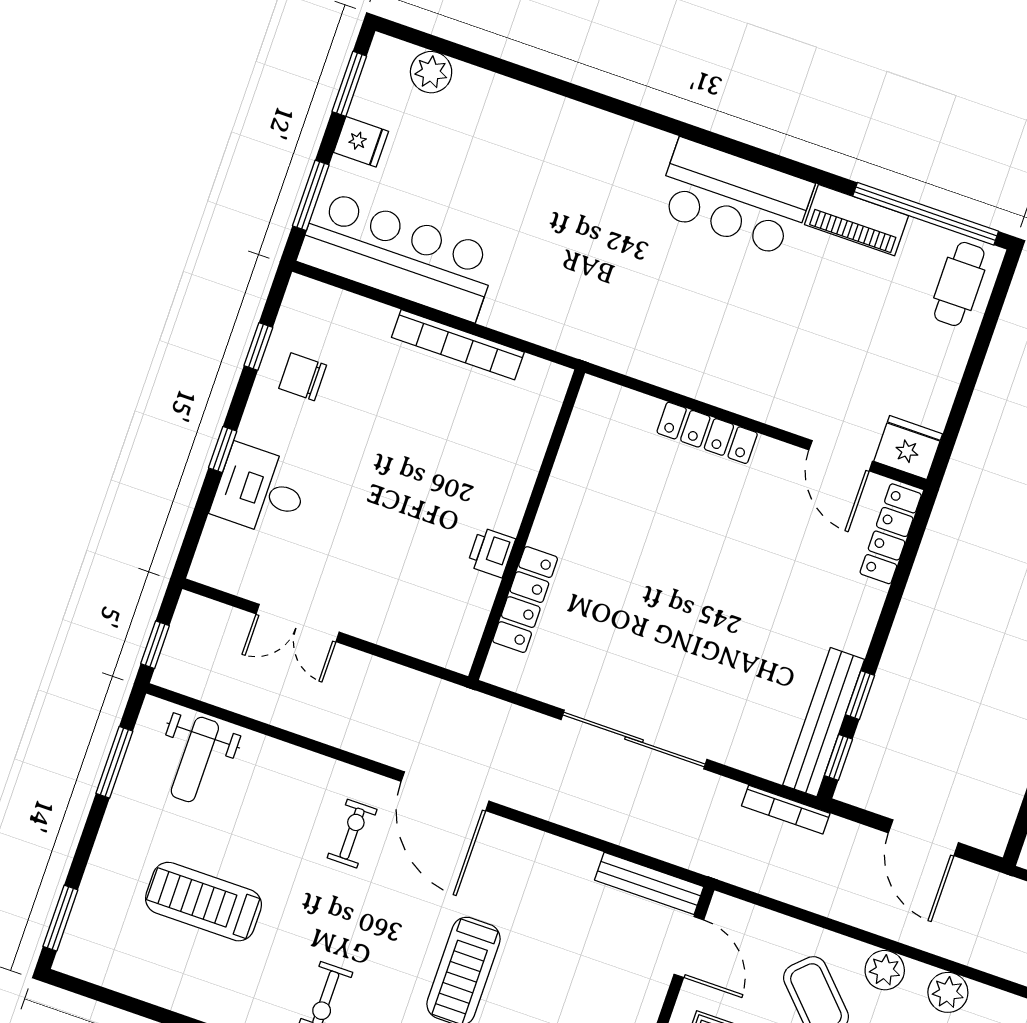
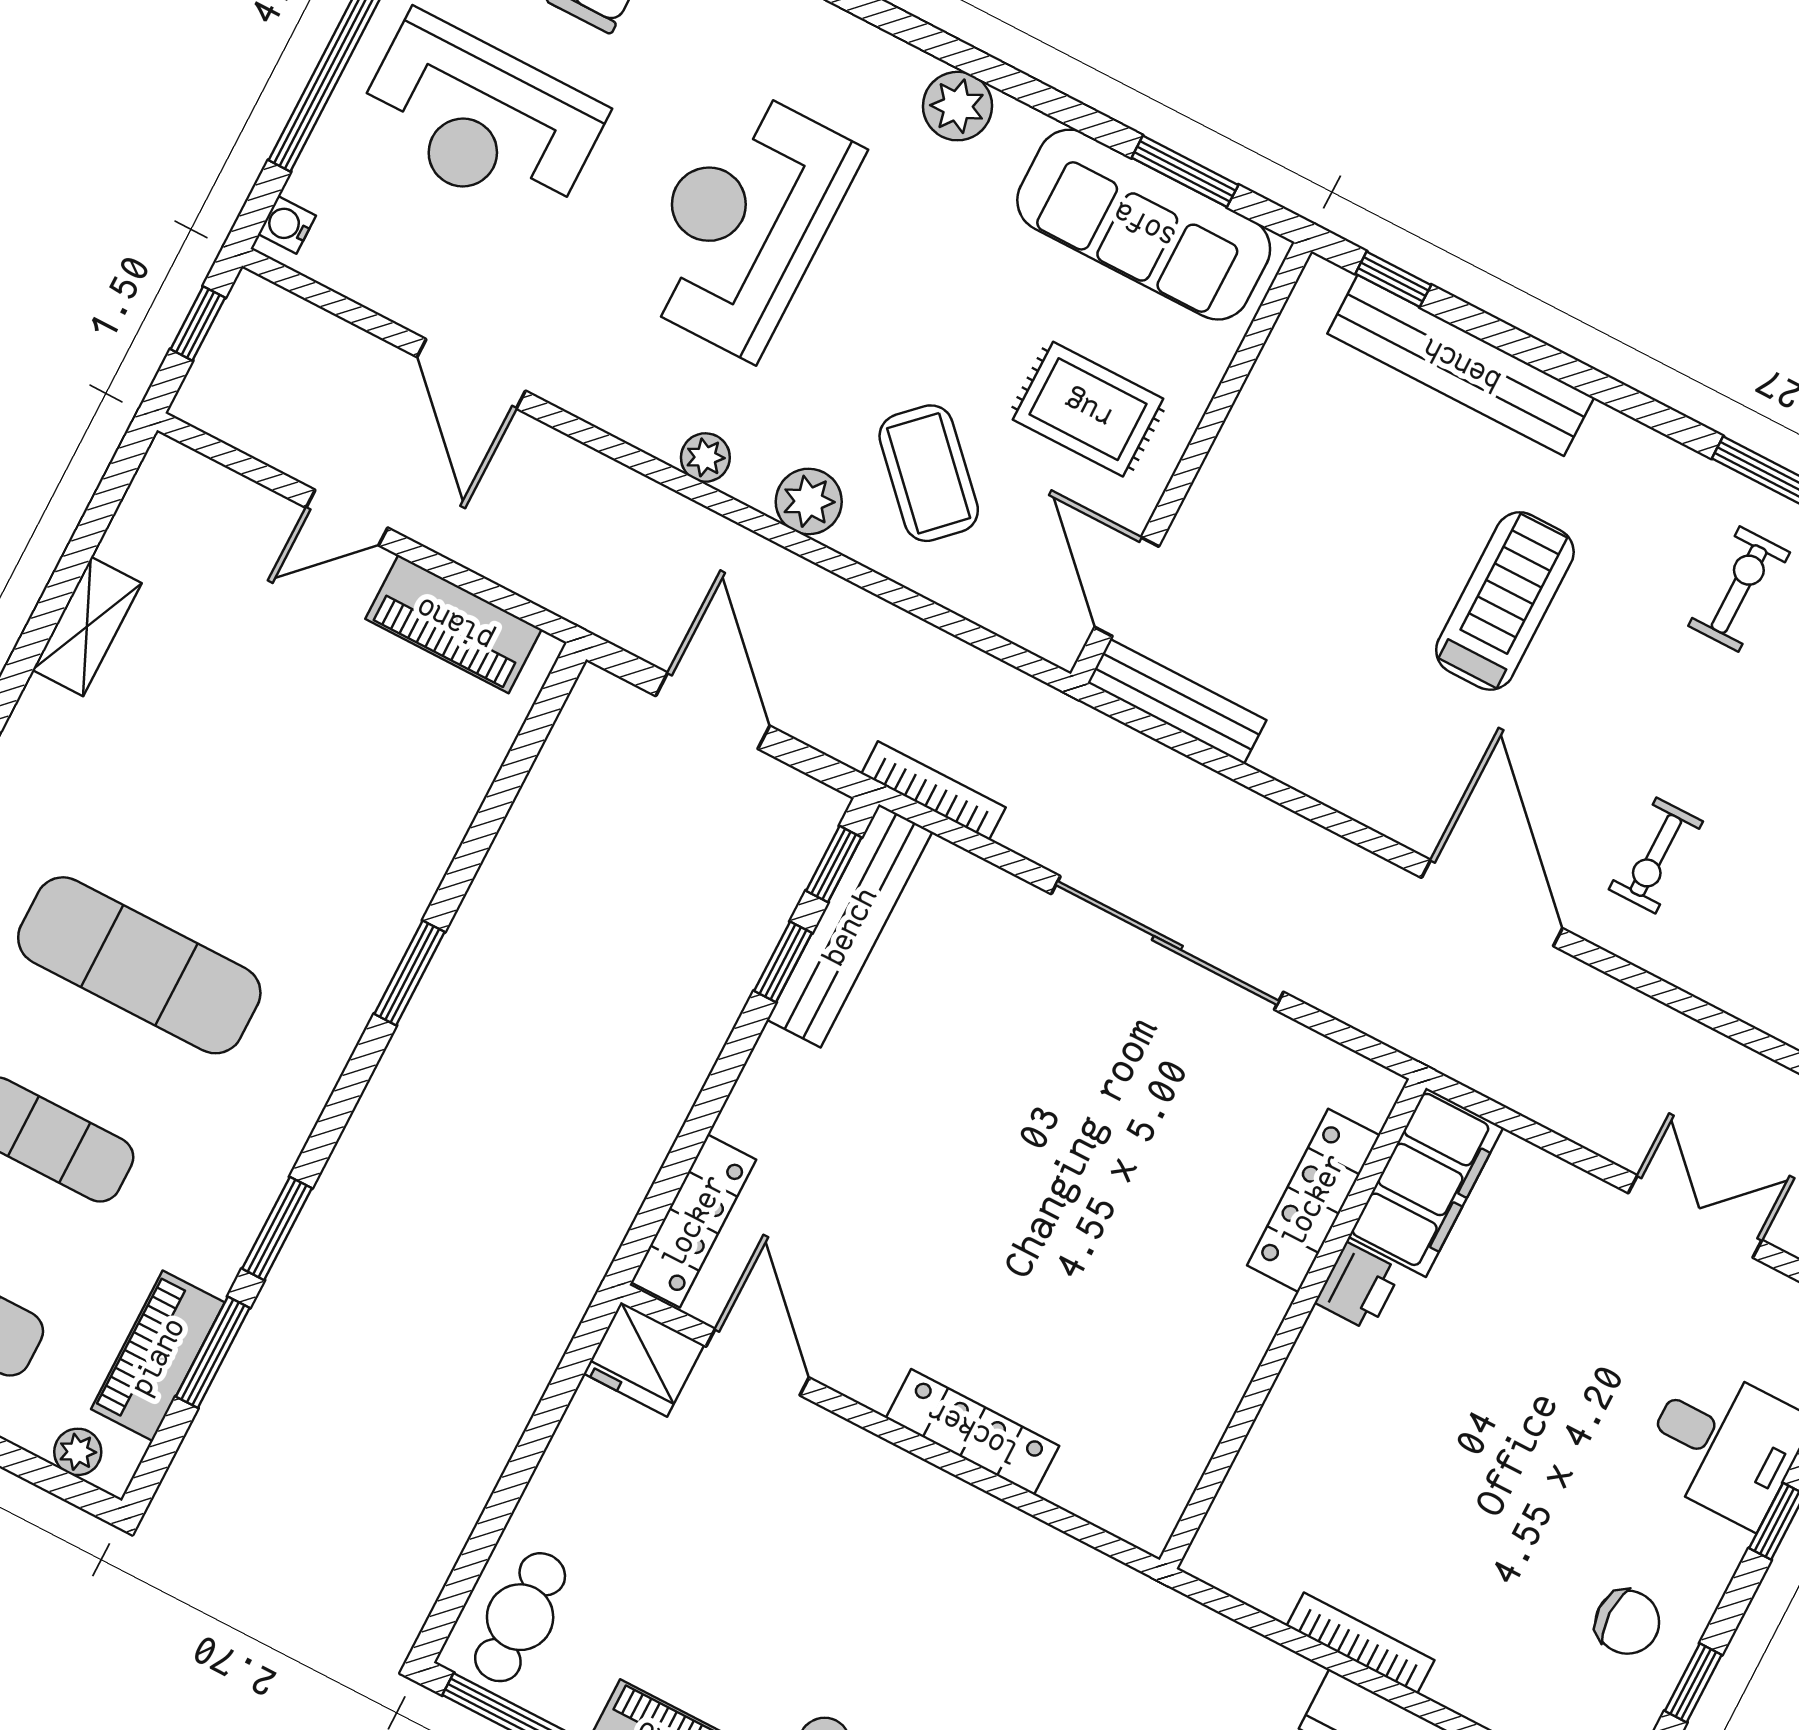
bookcase: (458, 345) -> (1361, 1643), width x0.68, depth x0.76
filing cabinet: (460, 620) -> (1426, 1182), added
plant: (948, 992) -> (705, 457), width x0.73, depth x0.73

